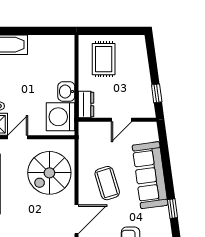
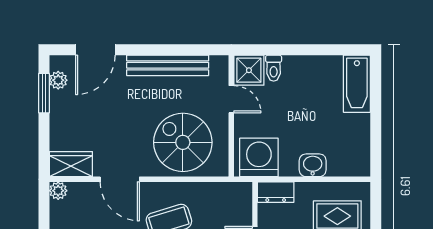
washbasin: (66, 92) -> (313, 165), moved

